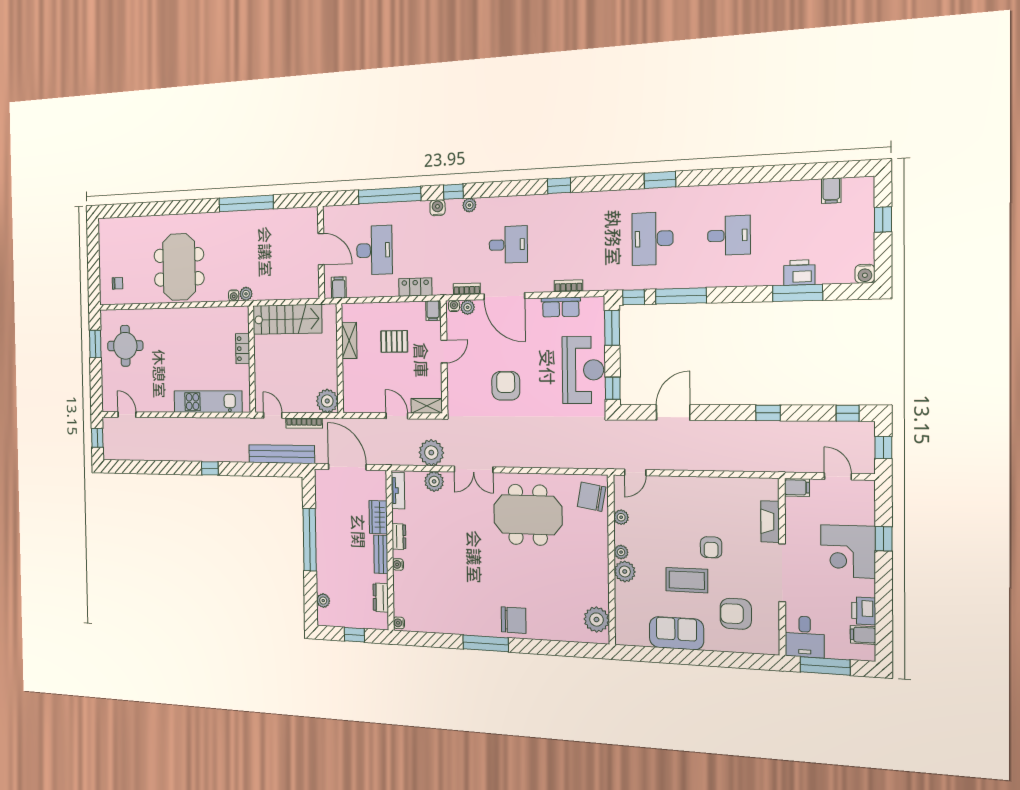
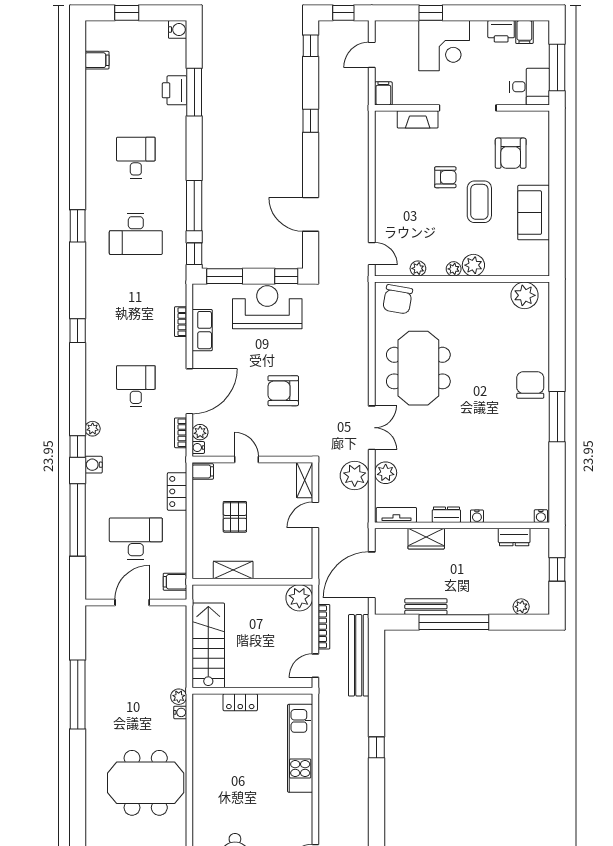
bench: (381, 554) -> (426, 607), moved

